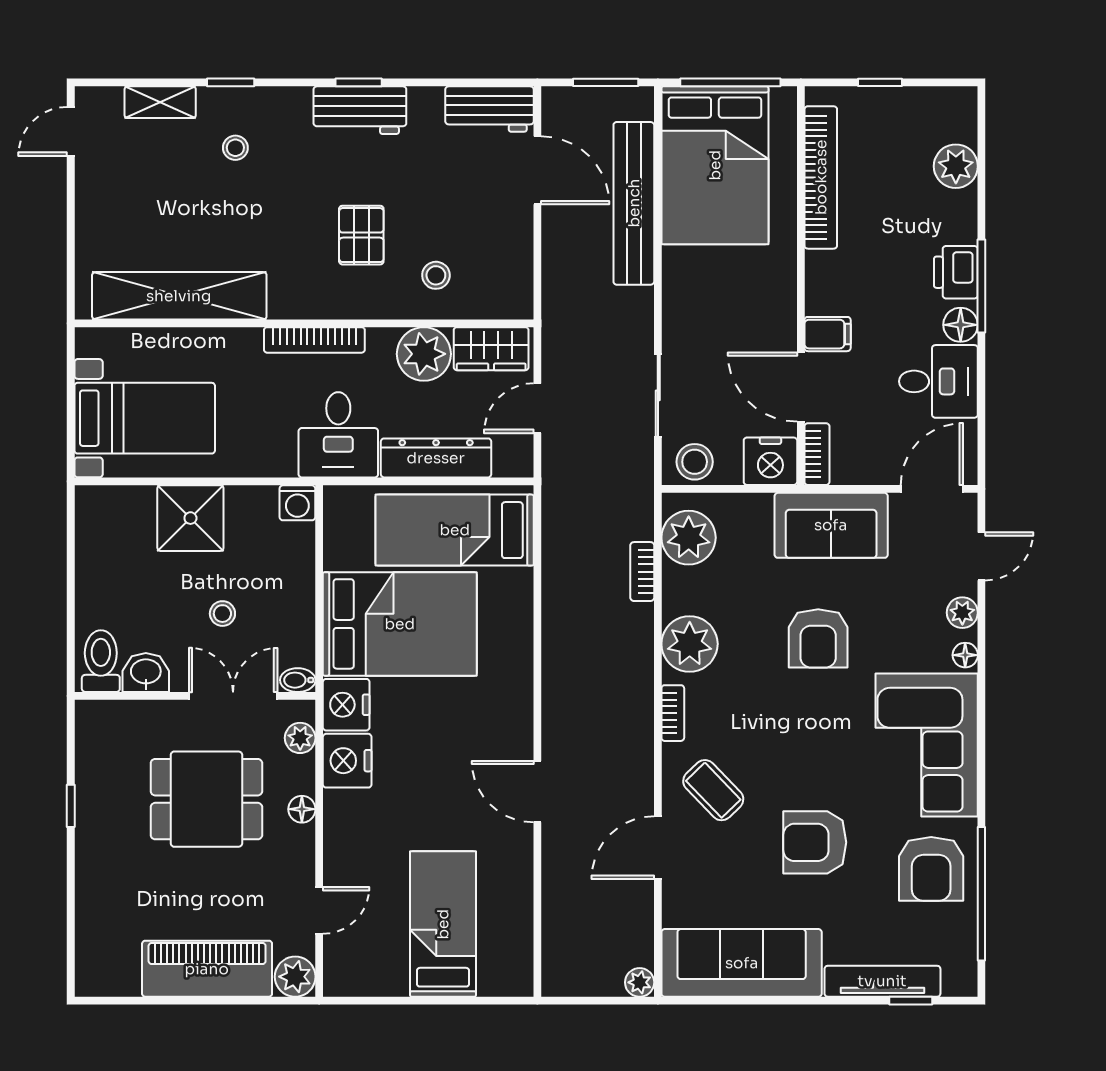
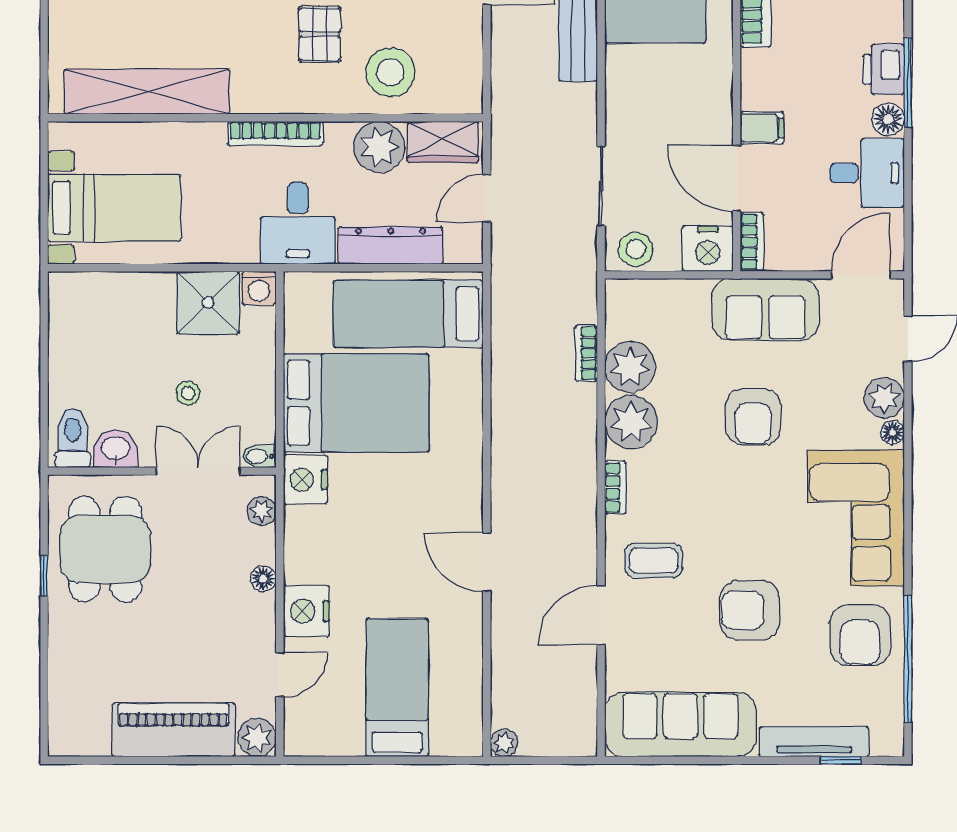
stool: (436, 275) -> (390, 72), width x1.89, depth x1.89
shower: (190, 518) -> (208, 303), moved
plant: (689, 538) -> (630, 367), moved
plant: (962, 613) -> (884, 398), width x1.38, depth x1.38
nightstand: (347, 761) -> (306, 611), moved
coffee table: (713, 790) -> (654, 561), turned -46
dining table: (206, 799) -> (105, 549), moved, turned 90
plant: (640, 982) -> (504, 743), moved

